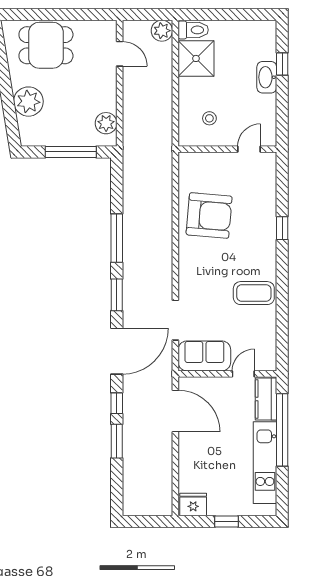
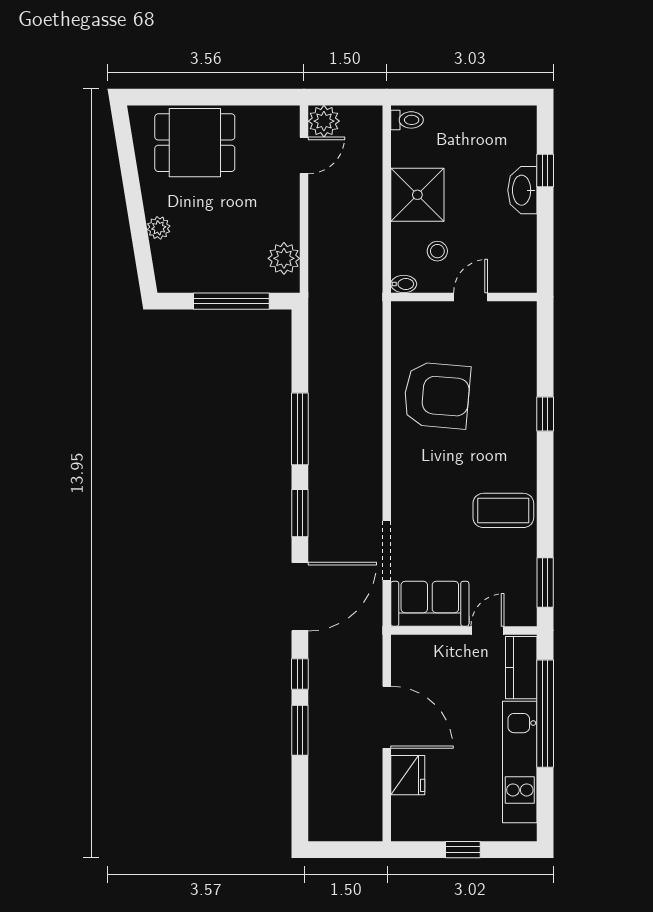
toilet: (193, 30) -> (407, 120), width x0.73, depth x0.72
plant: (162, 31) -> (324, 121), moved
door: (120, 54) -> (304, 155), hinge flipped
shower: (196, 58) -> (417, 195), moved
plant: (28, 102) -> (159, 228), width x0.53, depth x0.53
bidet: (187, 140) -> (404, 284), added
door: (249, 149) -> (471, 297), moved
window: (282, 342) -> (545, 583), added
door: (175, 411) -> (387, 717), moved
fridge: (193, 505) -> (408, 775), moved, turned 90

